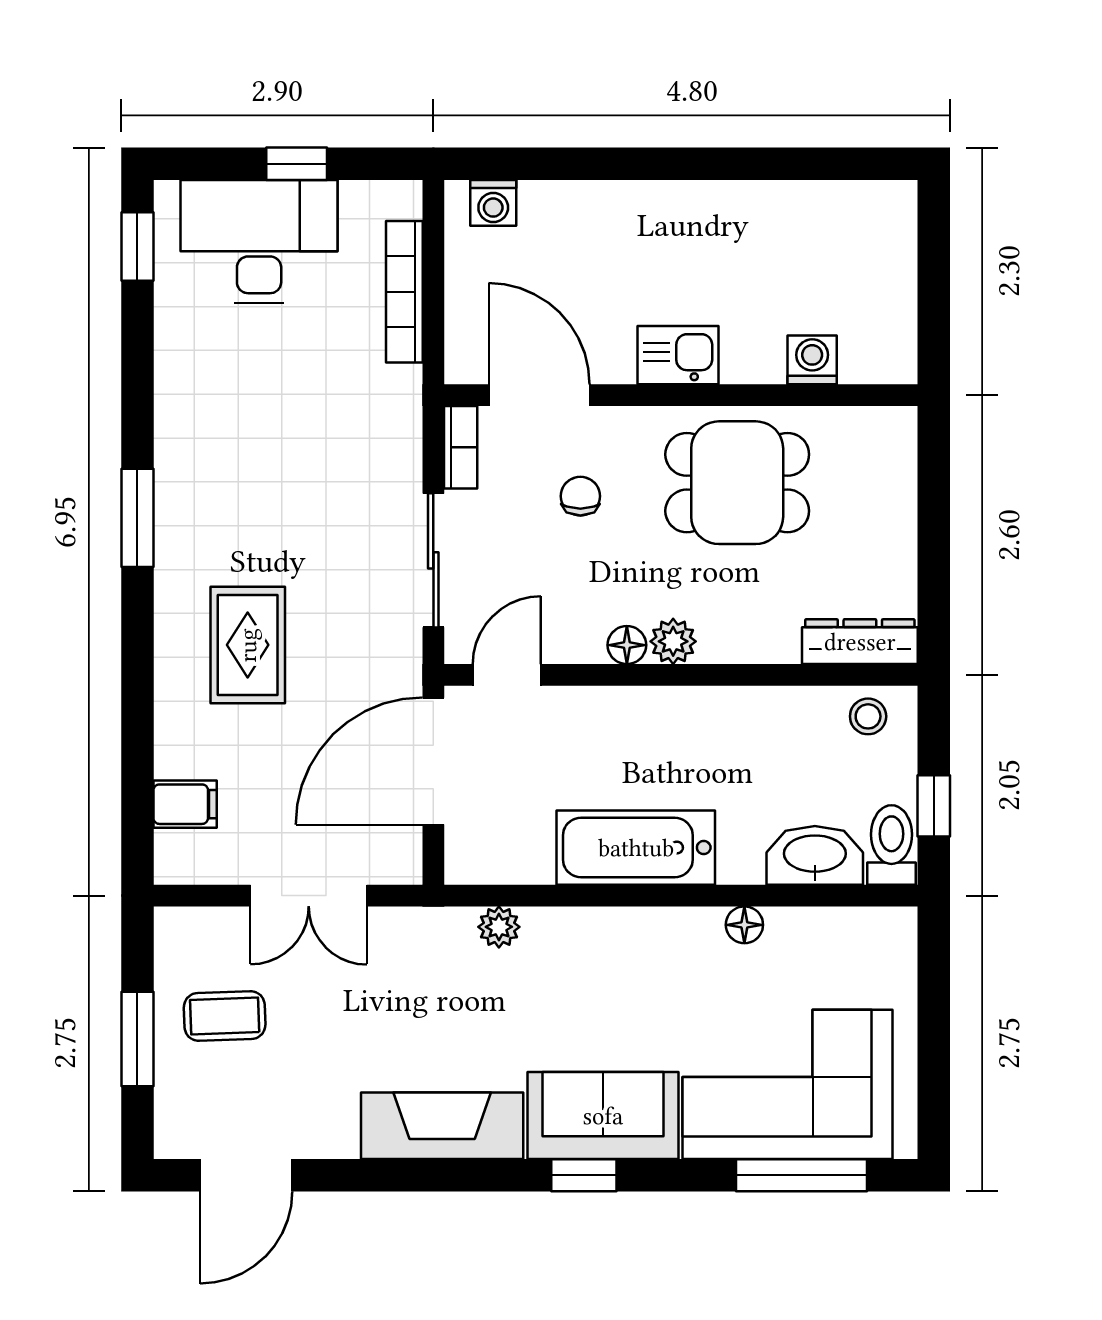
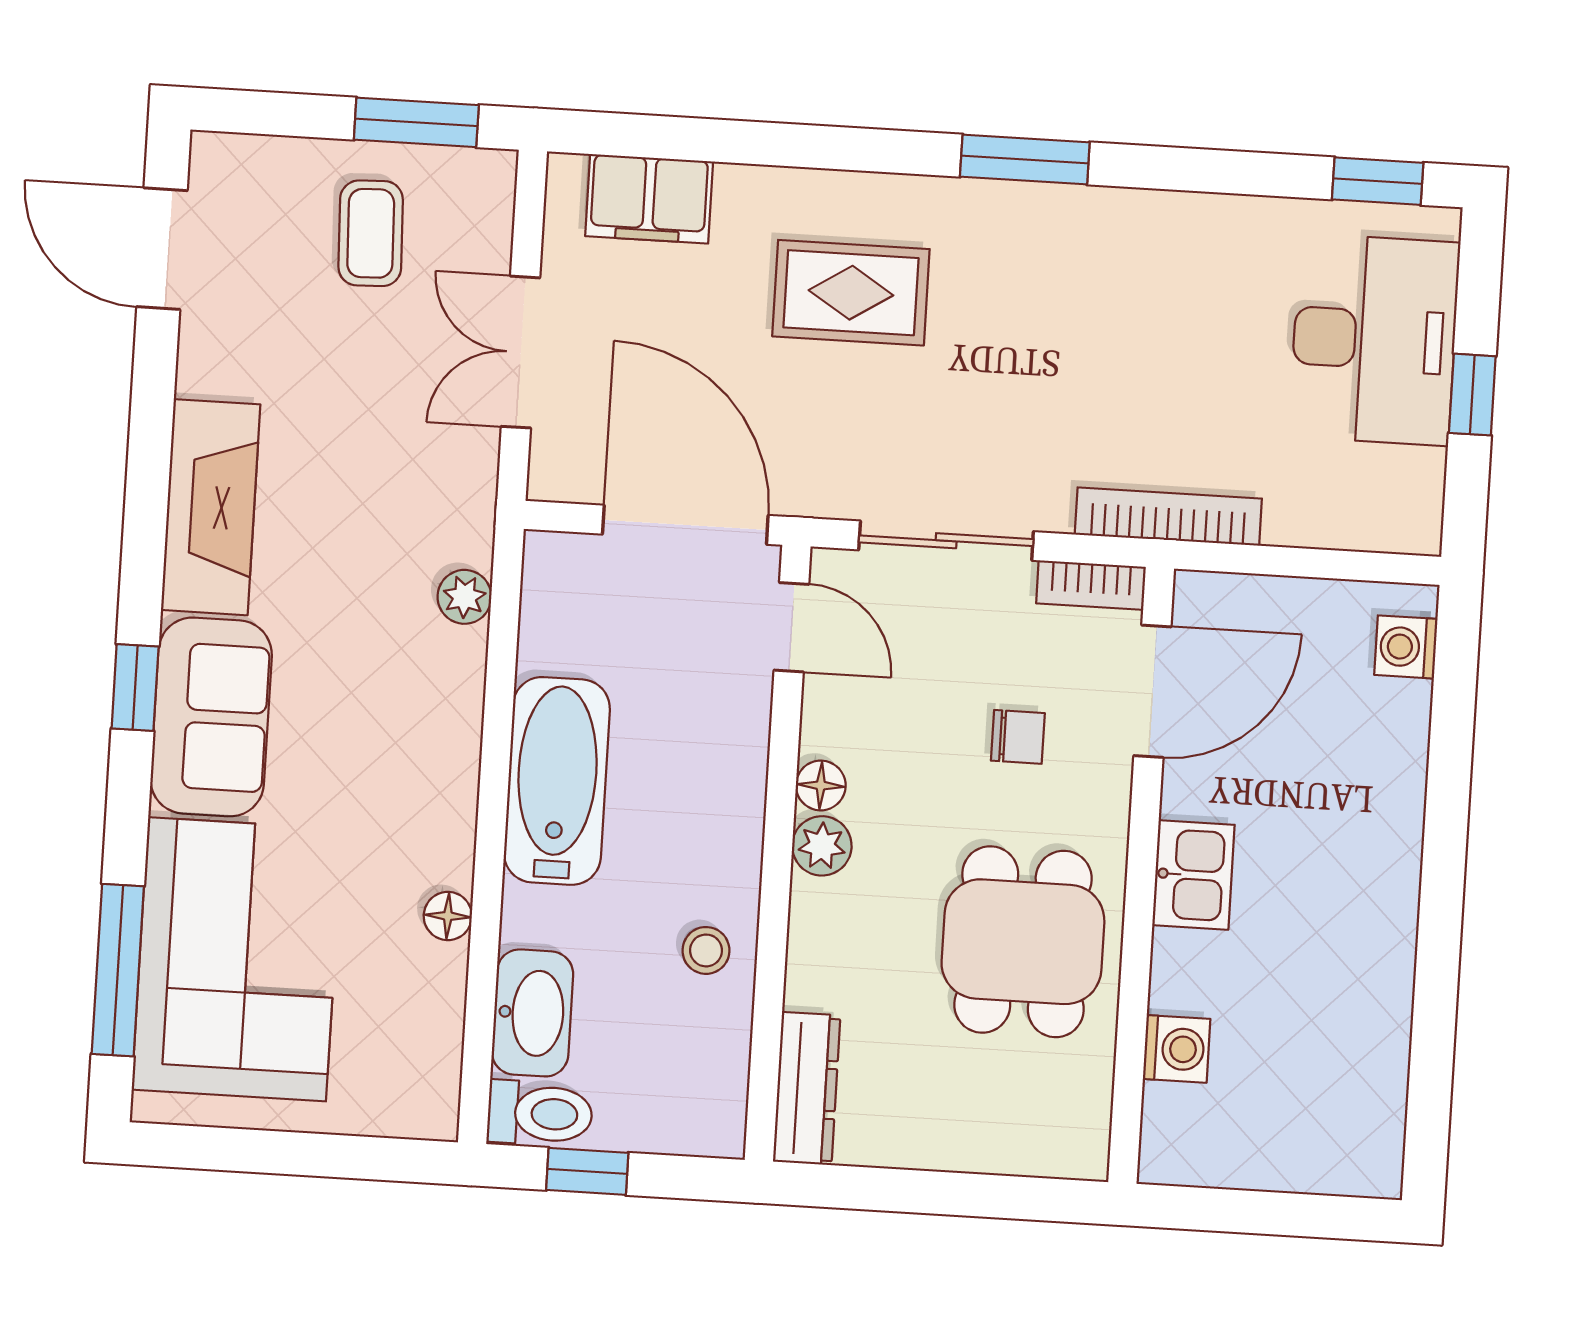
bookcase: (404, 292) -> (1168, 517), moved
stool: (868, 716) -> (706, 950), moved
filing cabinet: (185, 804) -> (649, 199), width x2.00
window: (137, 1039) -> (416, 122), moved

